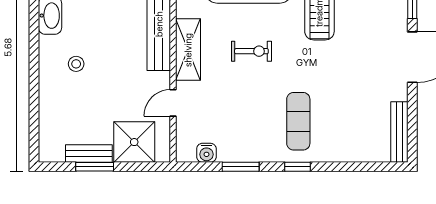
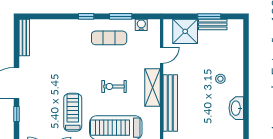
exercise mat: (298, 121) -> (109, 38), moved, turned 90

